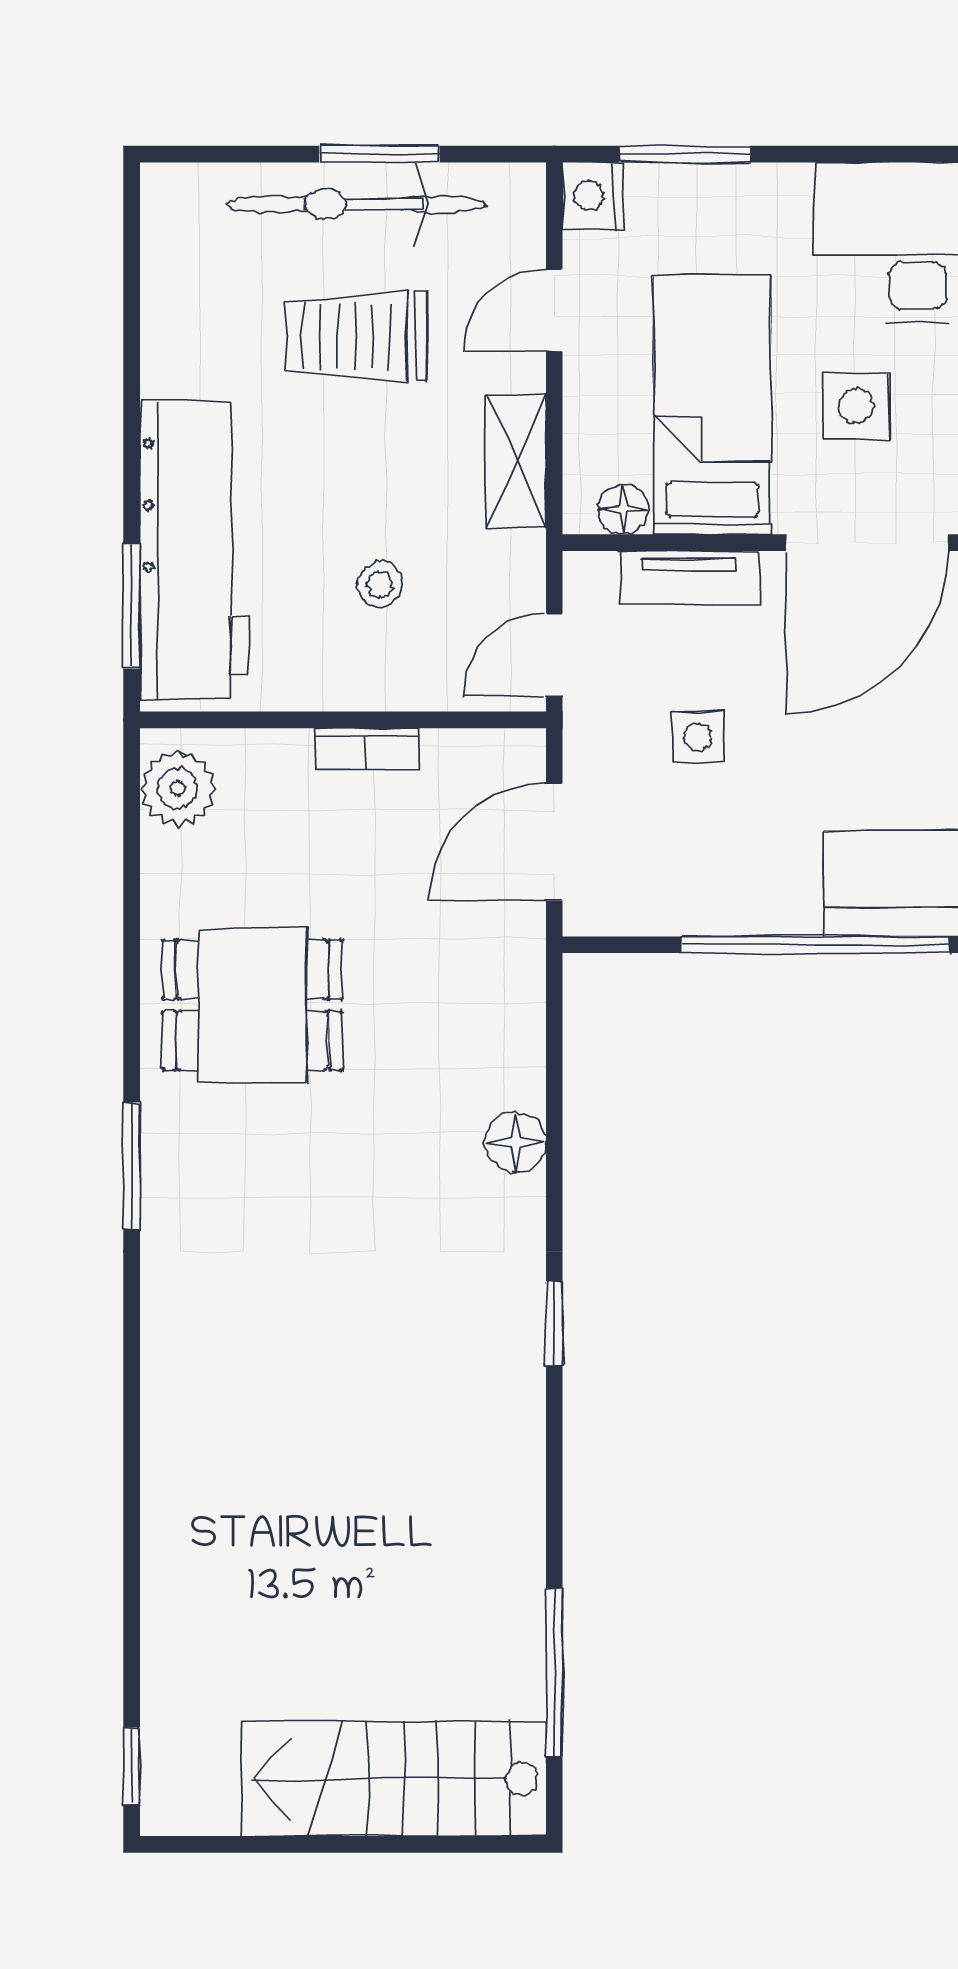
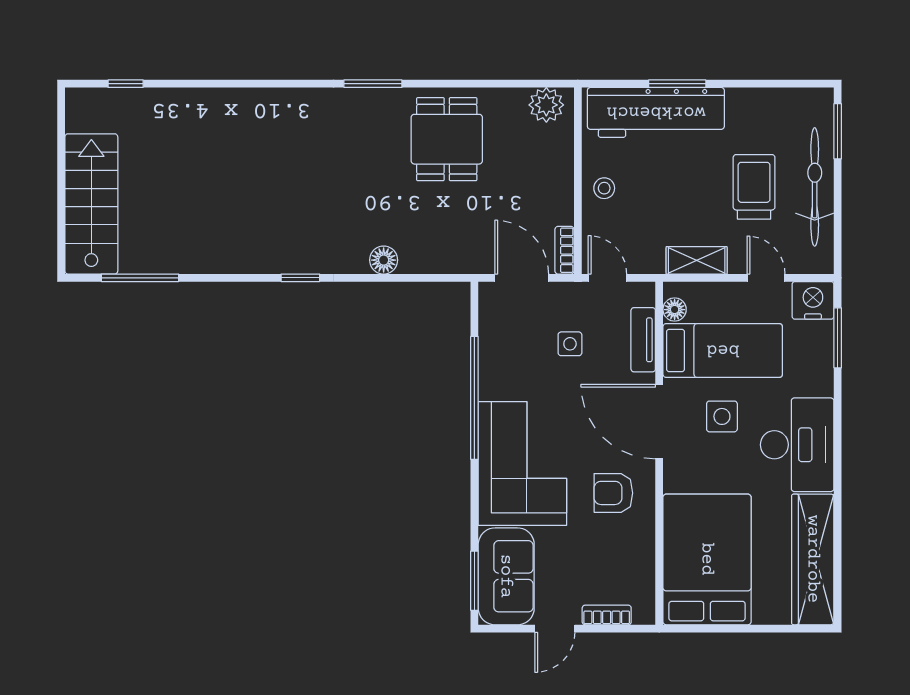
window: (379, 154) -> (838, 131), moved
nightstand: (593, 196) -> (813, 300), width x1.36, depth x1.33
stool: (380, 584) -> (604, 188), moved
window: (132, 606) -> (677, 84), moved
bookcase: (367, 749) -> (564, 250), moved
window: (132, 1766) -> (126, 84), moved

